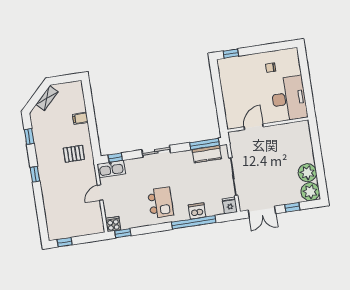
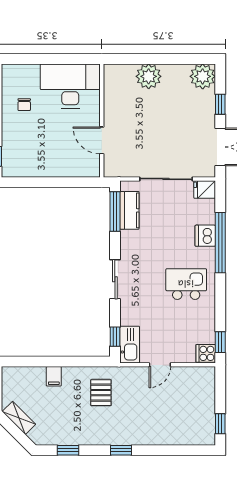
plant: (307, 173) -> (149, 76), moved
door: (100, 193) -> (160, 365), hinge flipped

